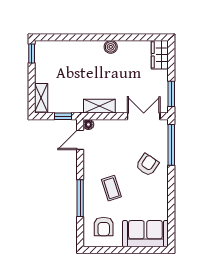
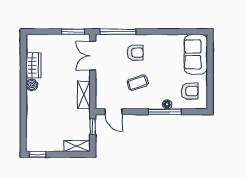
wardrobe: (160, 55) -> (33, 65), moved, turned -90
floor lamp: (88, 124) -> (167, 104), moved
armchair: (147, 165) -> (135, 53), turned 146
coffee table: (111, 188) -> (138, 83), moved

